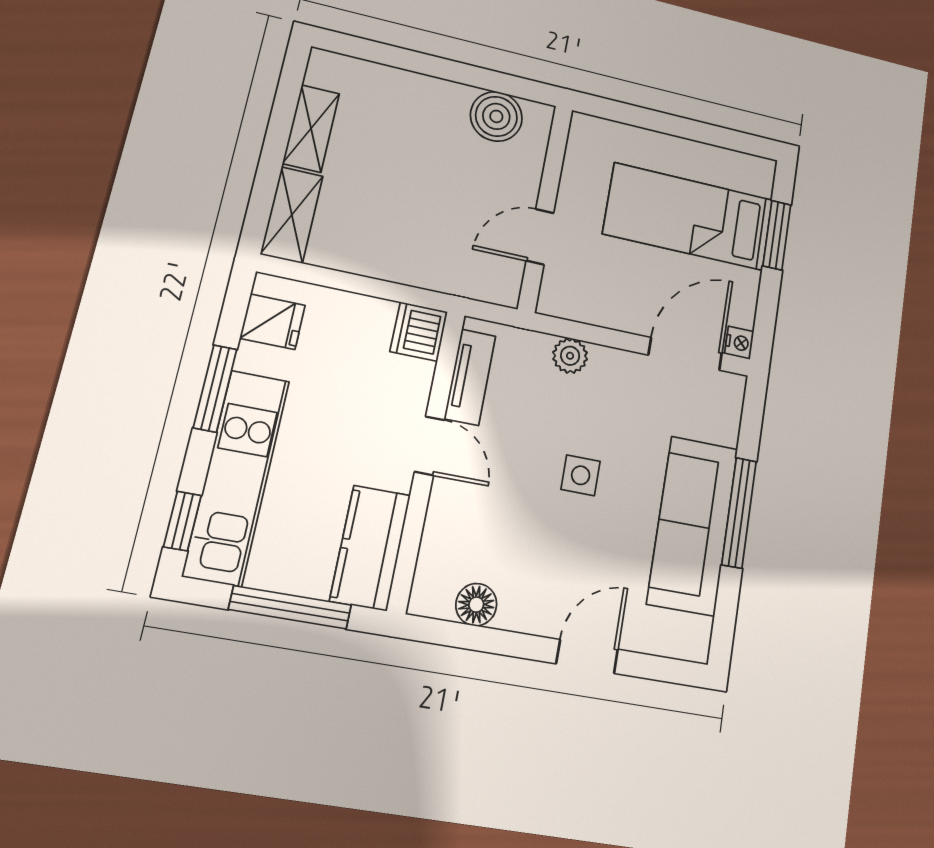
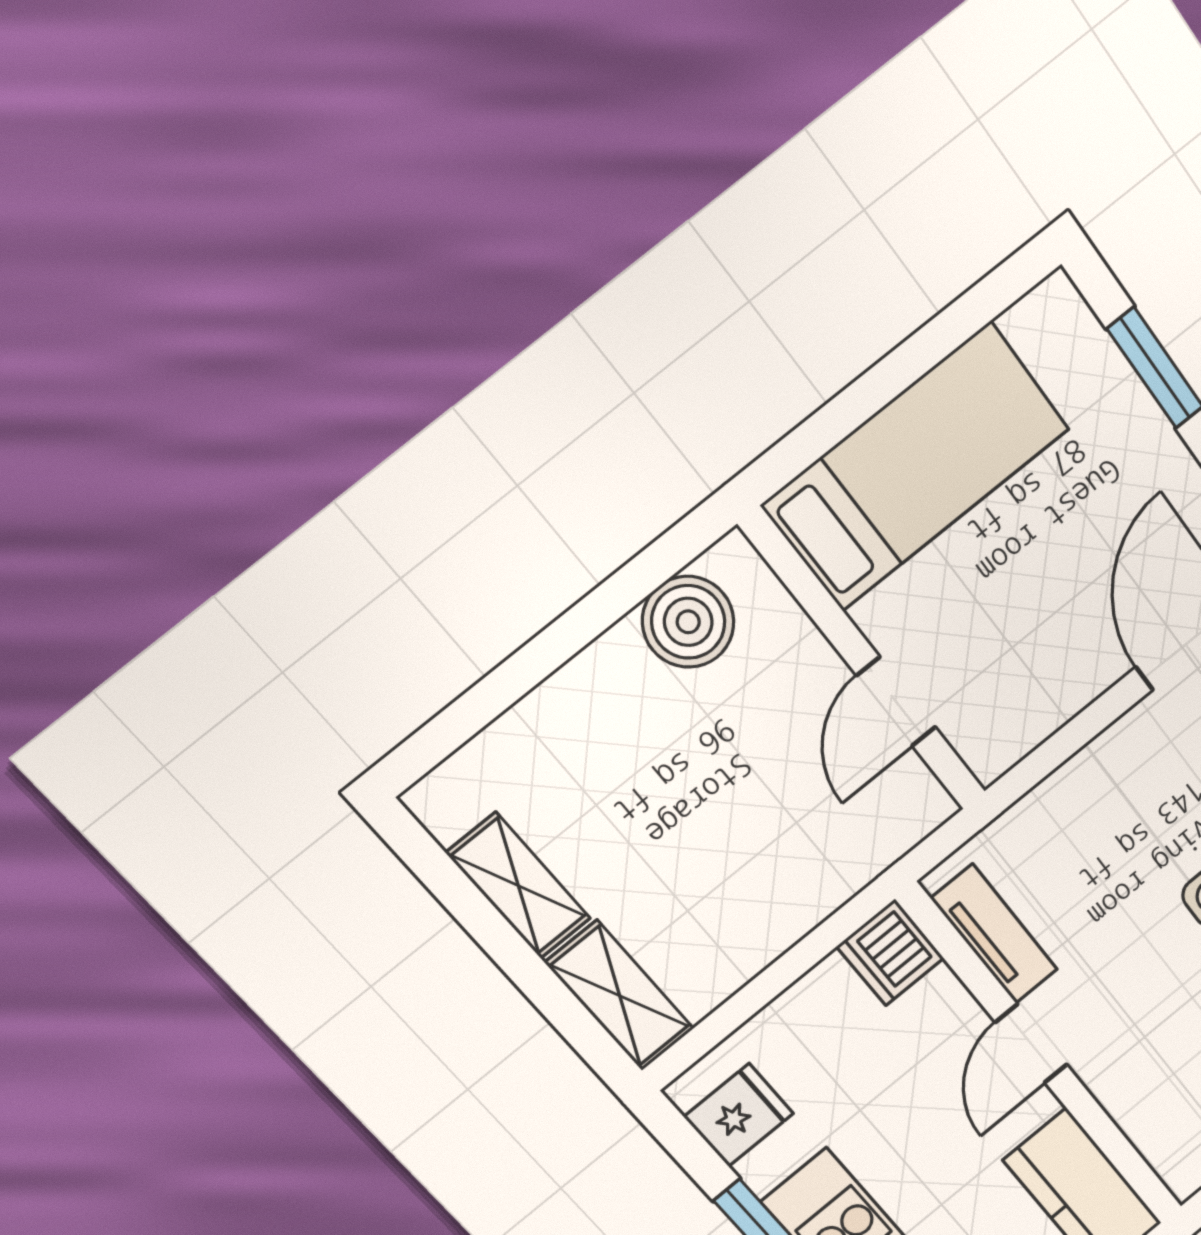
bed: (689, 217) -> (916, 467), moved, turned 180
plant: (570, 356) -> (1071, 790), removed
door: (429, 446) -> (1031, 1044), swing flipped

